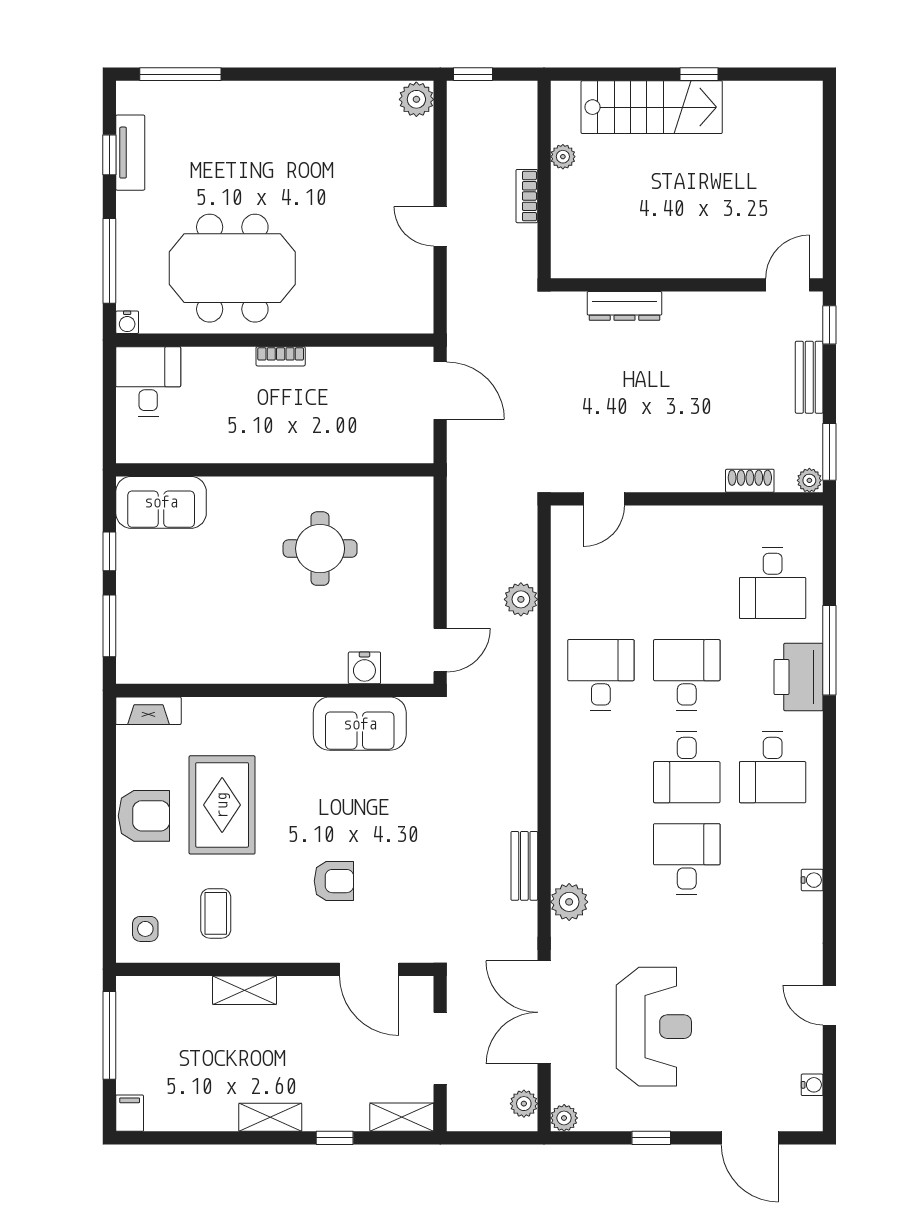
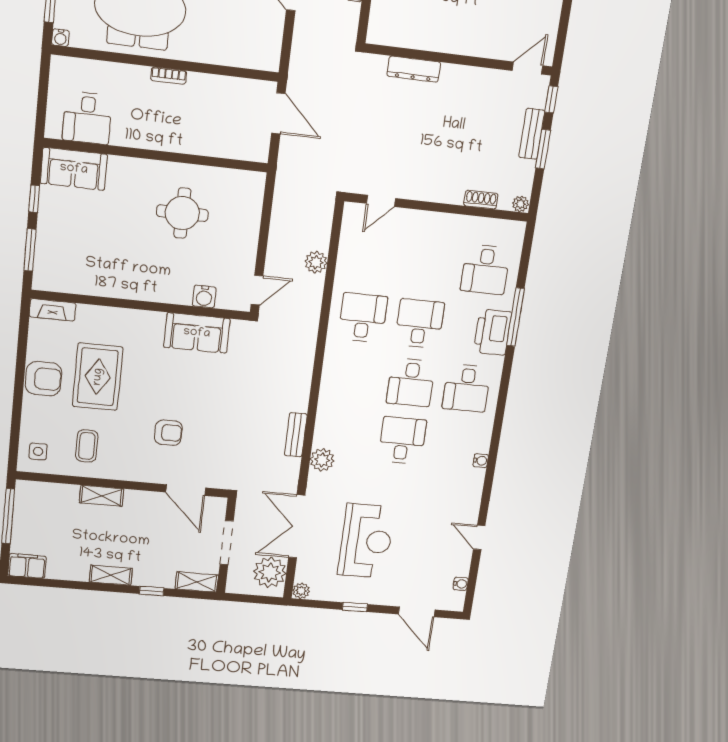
desk: (148, 381) -> (87, 118), moved, turned 180
window: (829, 452) -> (543, 149), moved
plant: (524, 1104) -> (270, 572), width x1.88, depth x1.88
filing cabinet: (130, 1113) -> (27, 566), width x2.00

